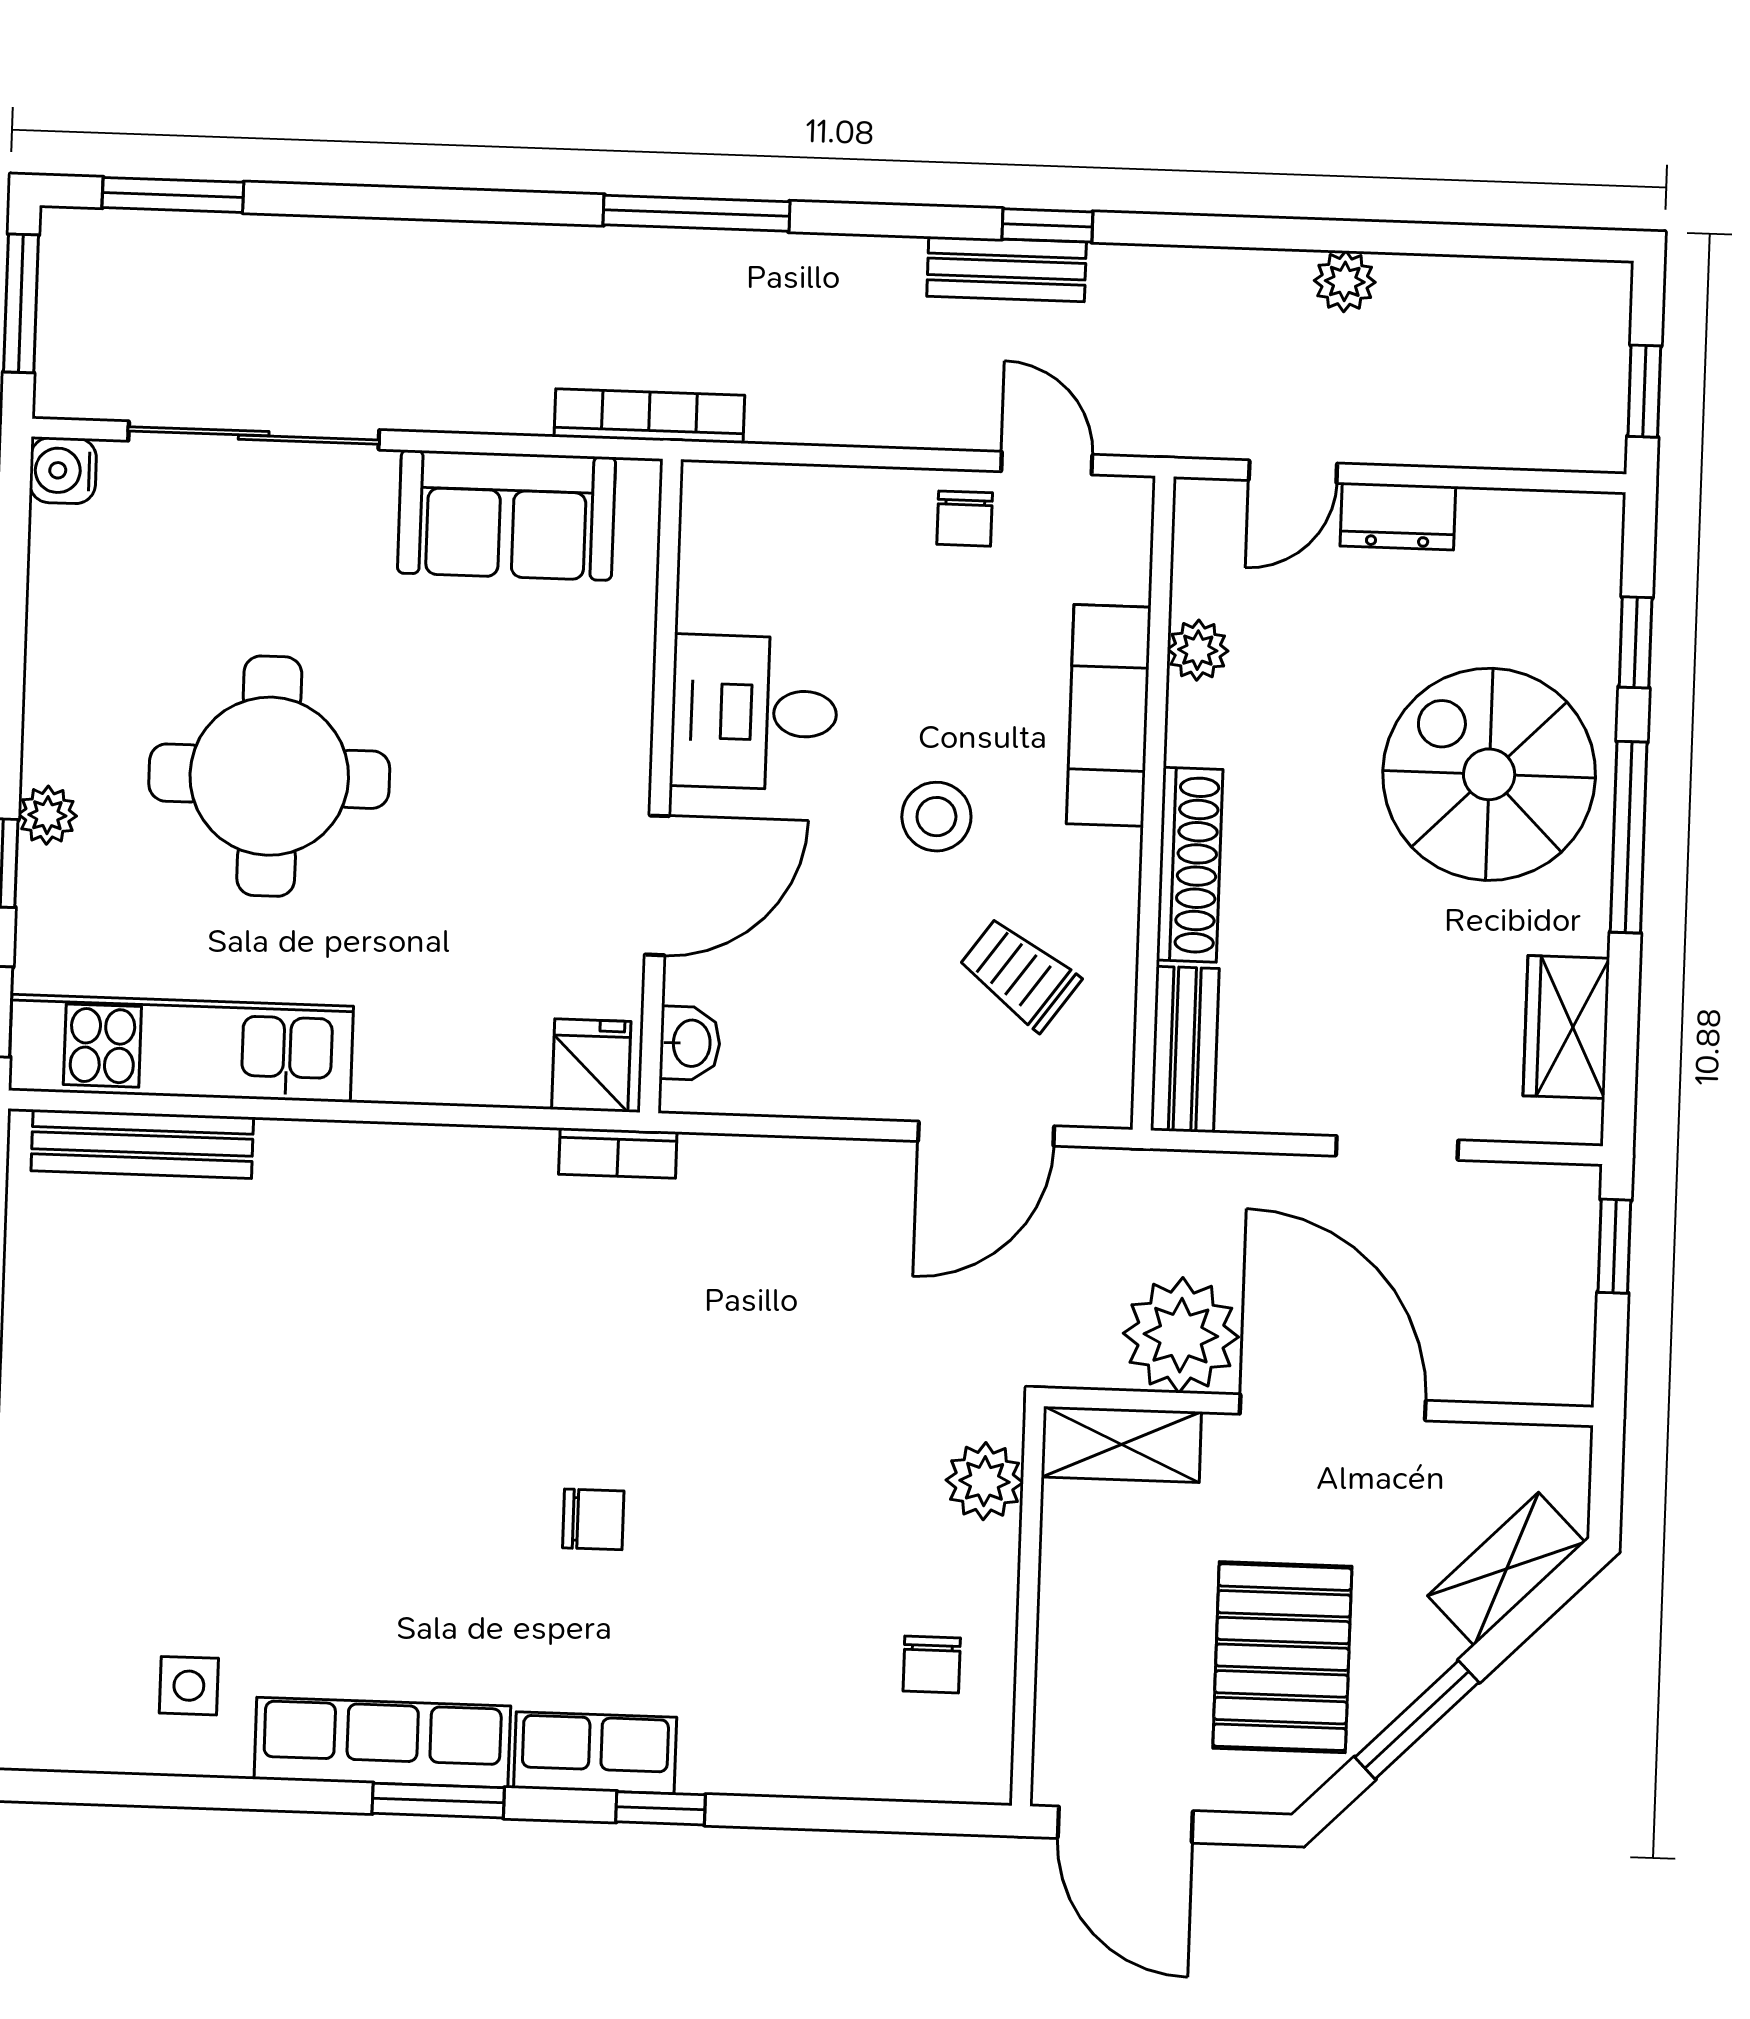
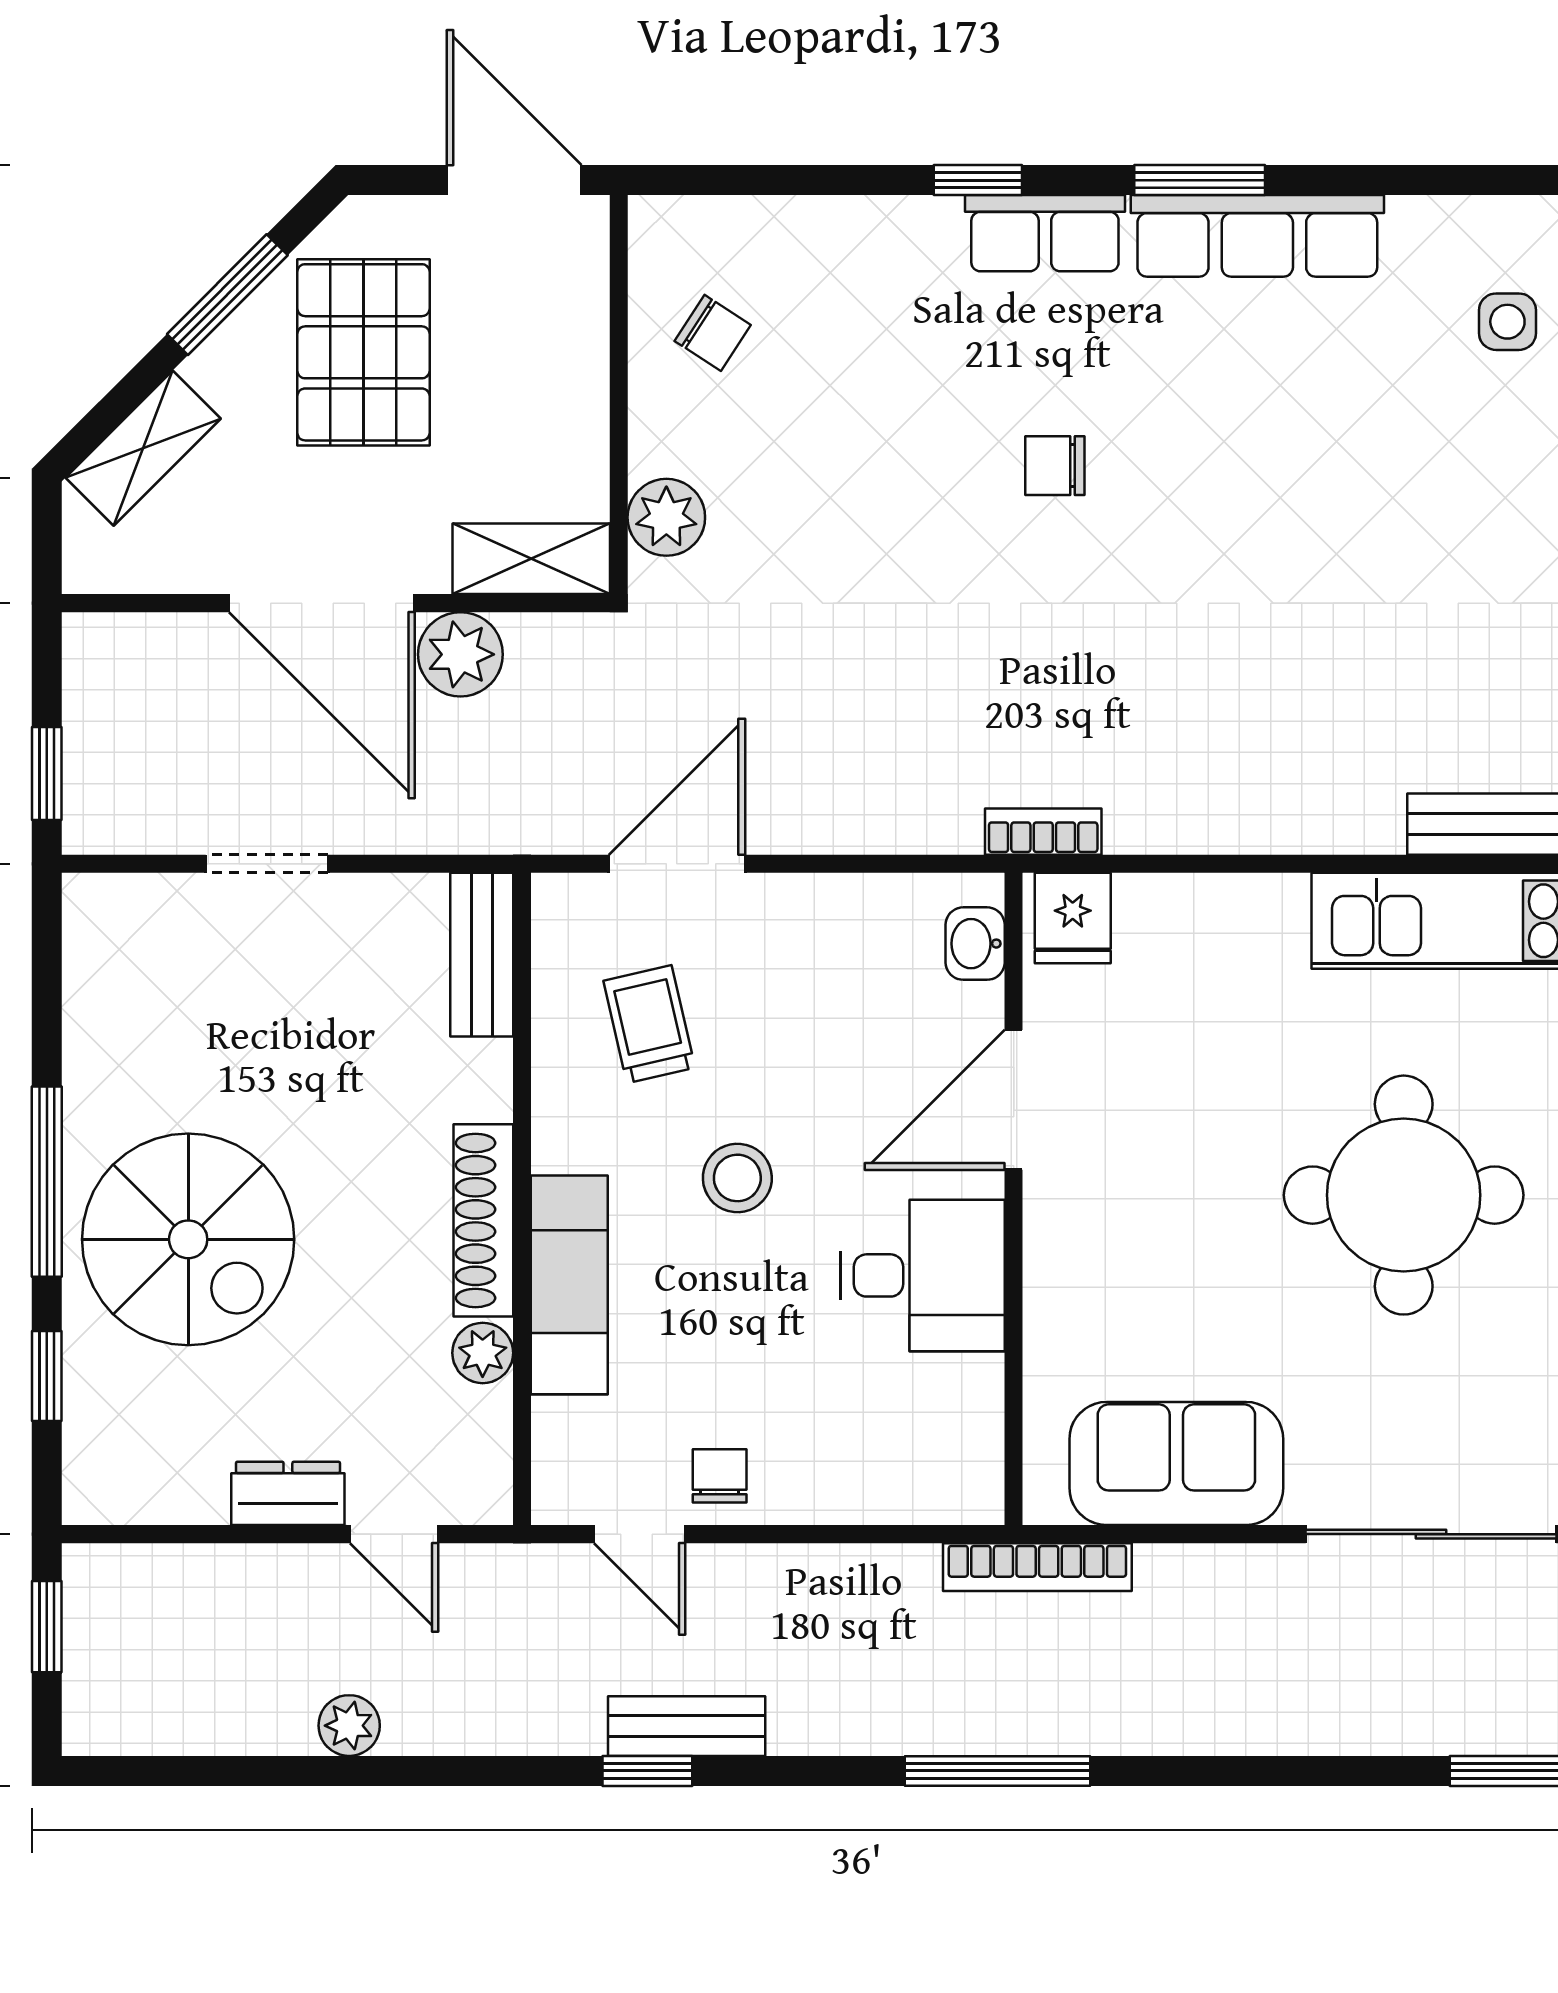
door: (1293, 472) -> (394, 1534), swing flipped
shoe rack: (1190, 865) -> (483, 1220), moved
trolley: (1019, 974) -> (649, 1024), turned -139
wardrobe: (1566, 1027) -> (102, 990), removed
plant: (1181, 1335) -> (460, 654), width x0.73, depth x0.73
chair: (932, 1664) -> (713, 333), turned 123
side table: (189, 1686) -> (1507, 322), moved

